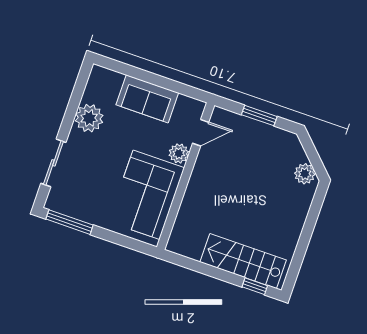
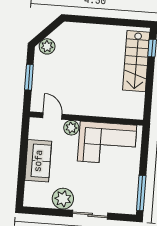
sliding door: (53, 163) -> (90, 215), moved
plant: (305, 174) -> (47, 46), moved

